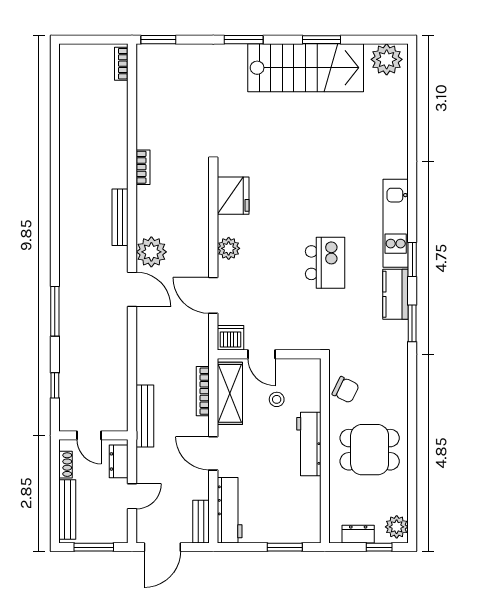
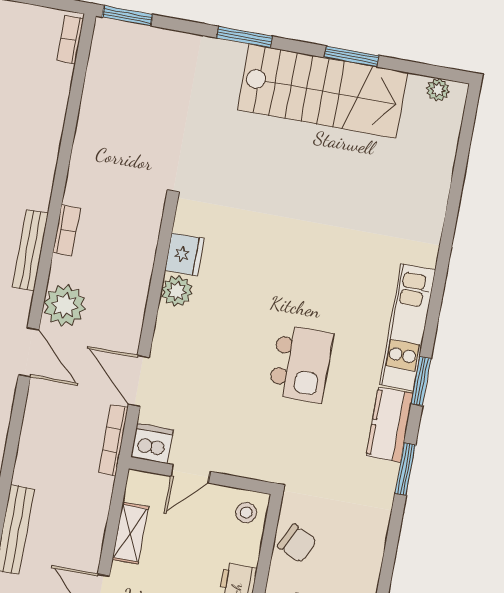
plant: (387, 59) -> (438, 90), width x0.53, depth x0.53
bookcase: (143, 167) -> (67, 230), moved
fridge: (233, 196) -> (184, 255), width x0.73, depth x0.75
plant: (229, 248) -> (177, 291), moved
door: (261, 354) -> (190, 474), hinge flipped
bookcase: (203, 391) -> (113, 440), moved
shelving: (230, 393) -> (130, 533), width x0.67, depth x0.75
stool: (277, 399) -> (246, 513), moved

